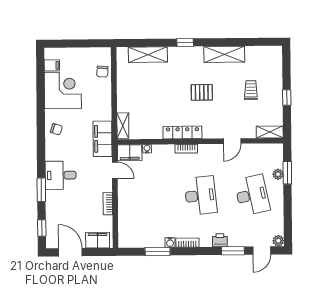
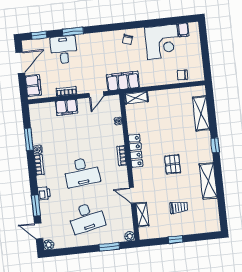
shelving: (270, 132) -> (142, 215), moved
filing cabinet: (130, 153) -> (66, 107), moved, turned -90
plant: (278, 174) -> (130, 236), moved
desk: (61, 175) -> (64, 50), moved

